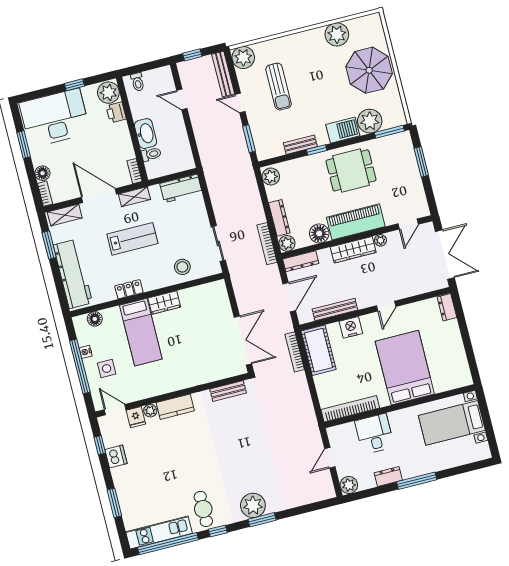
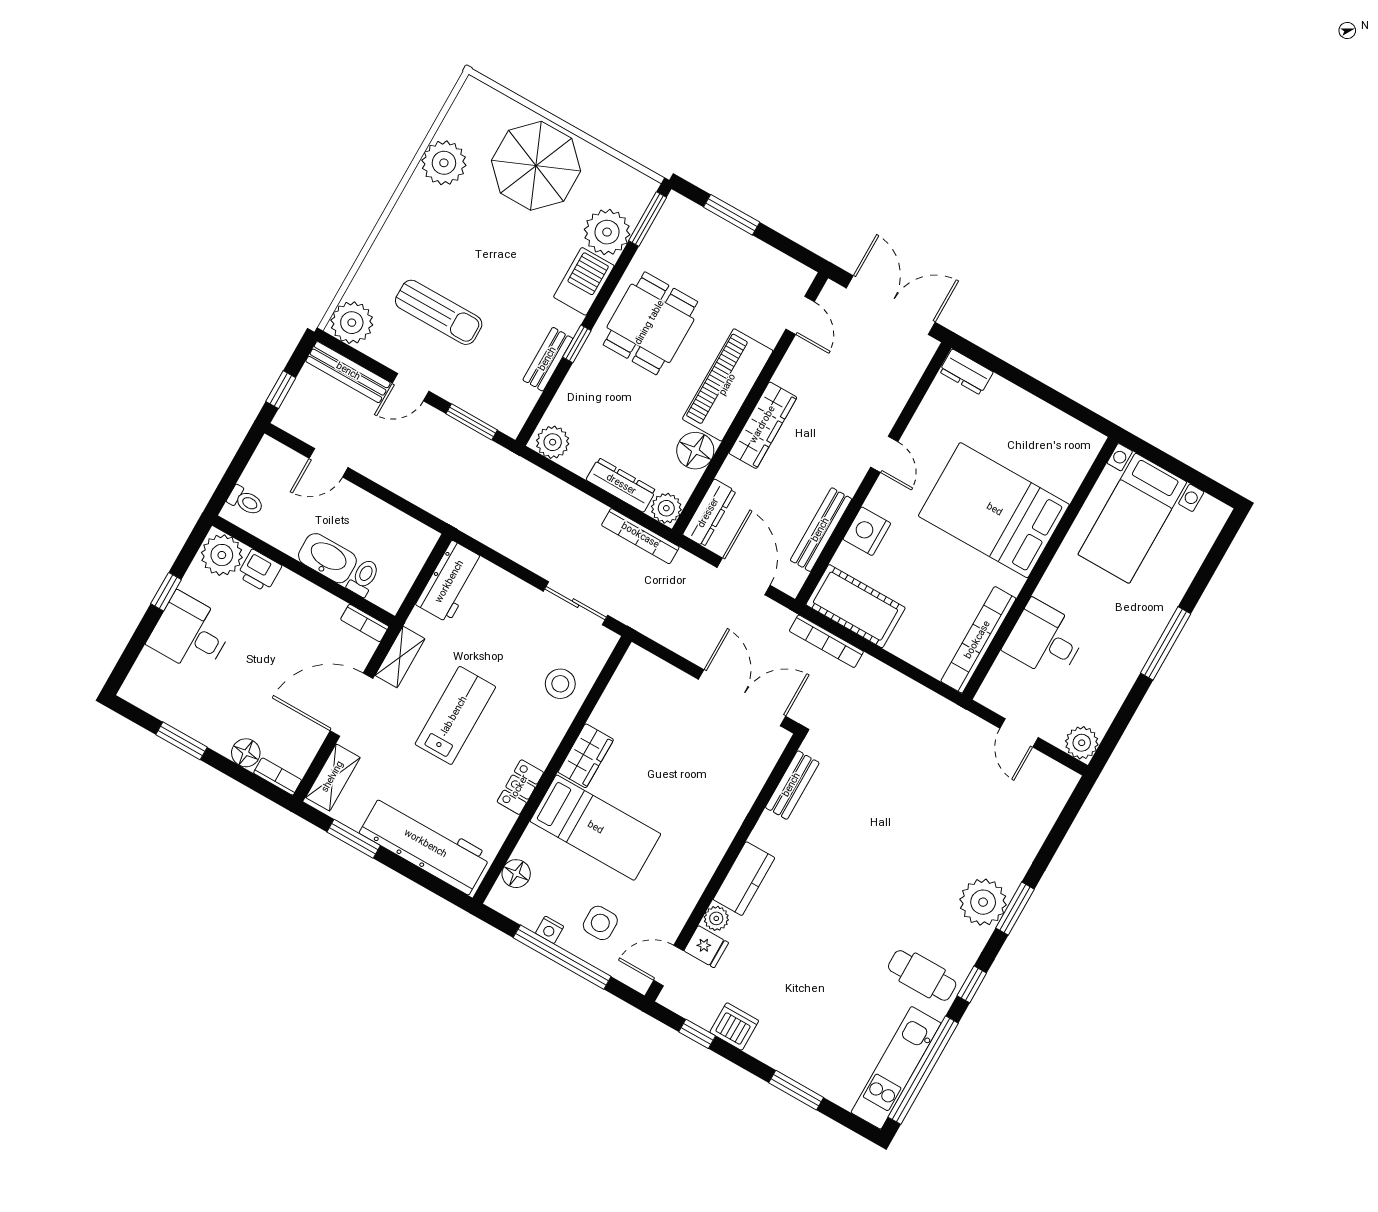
desk: (55, 118) -> (190, 633), width x0.53, depth x0.77
plant: (380, 240) -> (786, 375), removed
dresser: (388, 476) -> (1122, 677), removed

